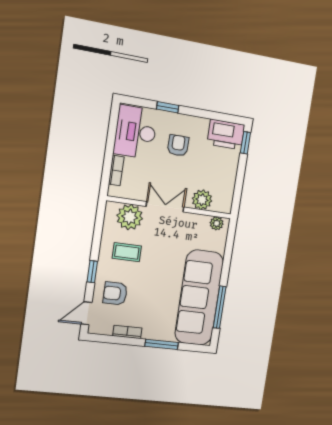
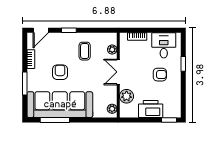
desk: (135, 132) -> (164, 45), width x0.73
printer: (226, 135) -> (151, 109), moved, turned 90
double door: (165, 207) -> (118, 72), swing flipped
plant: (130, 217) -> (112, 50), width x0.53, depth x0.53
armchair: (115, 293) -> (60, 72), moved
door: (86, 313) -> (41, 30), swing flipped

